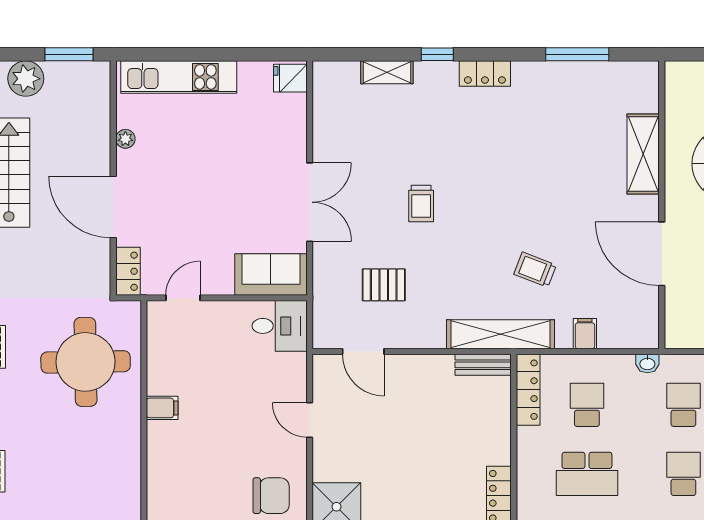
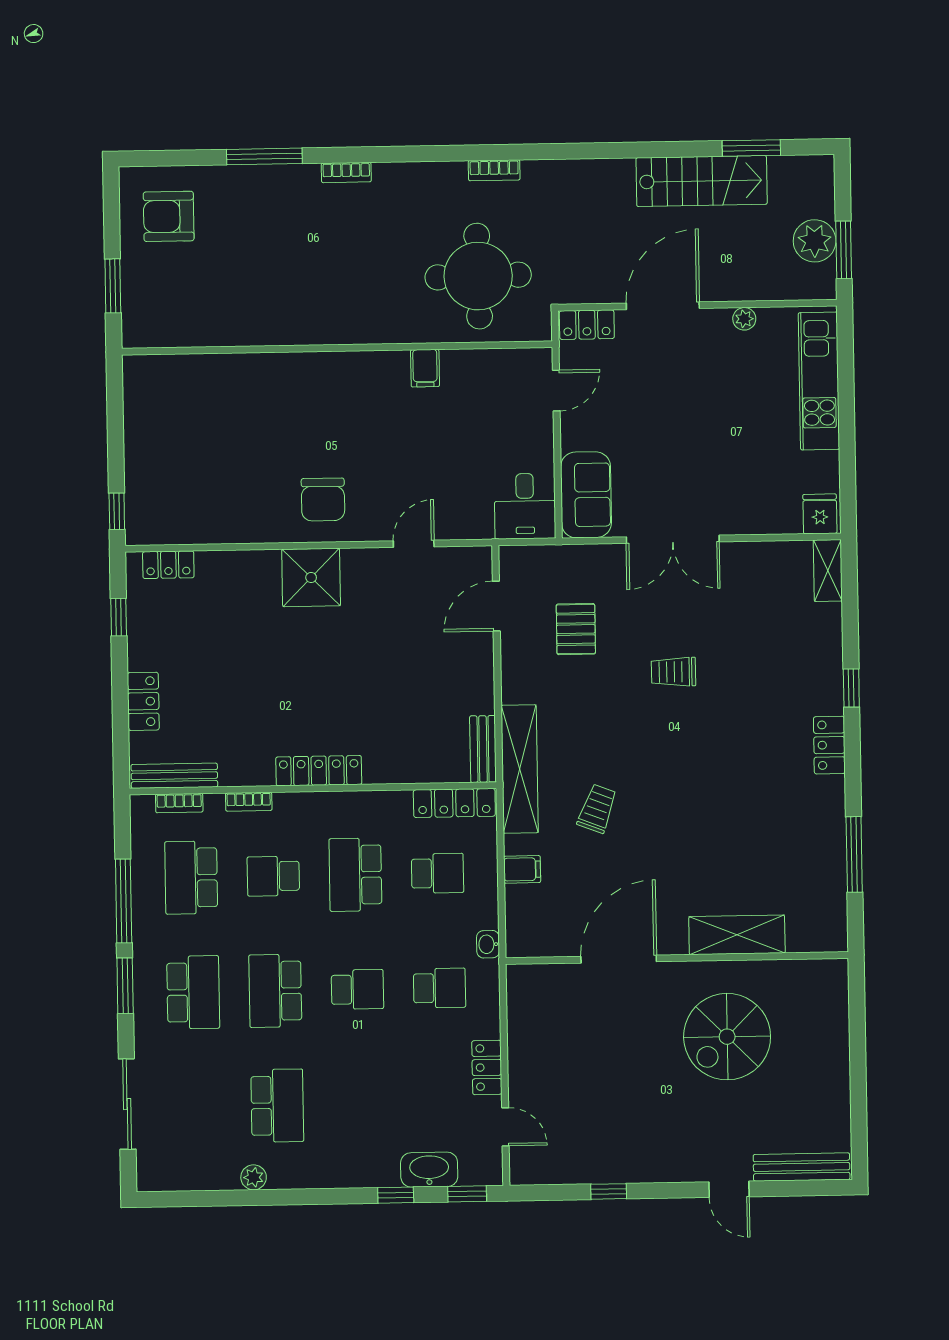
shelving: (387, 72) -> (828, 570), moved
plant: (26, 79) -> (815, 241), moved
door: (183, 298) -> (556, 391), hinge flipped

